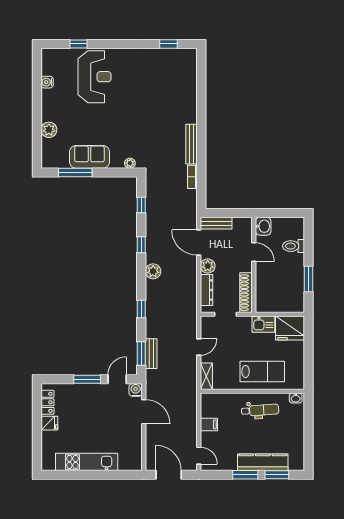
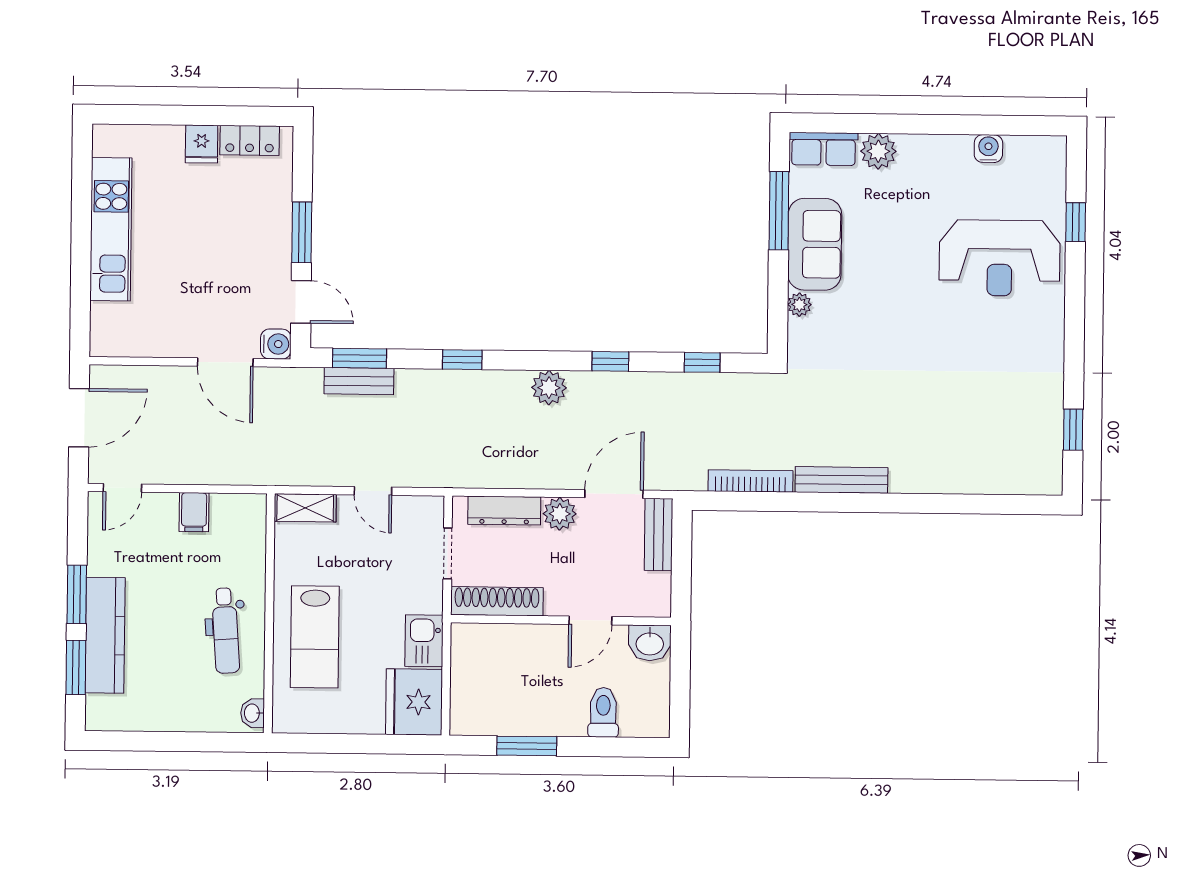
row of seats: (48, 154) -> (823, 149), added
plant: (130, 163) -> (799, 305), moved
bookcase: (192, 177) -> (750, 481), width x1.56
door: (144, 412) -> (225, 362), hinge flipped

